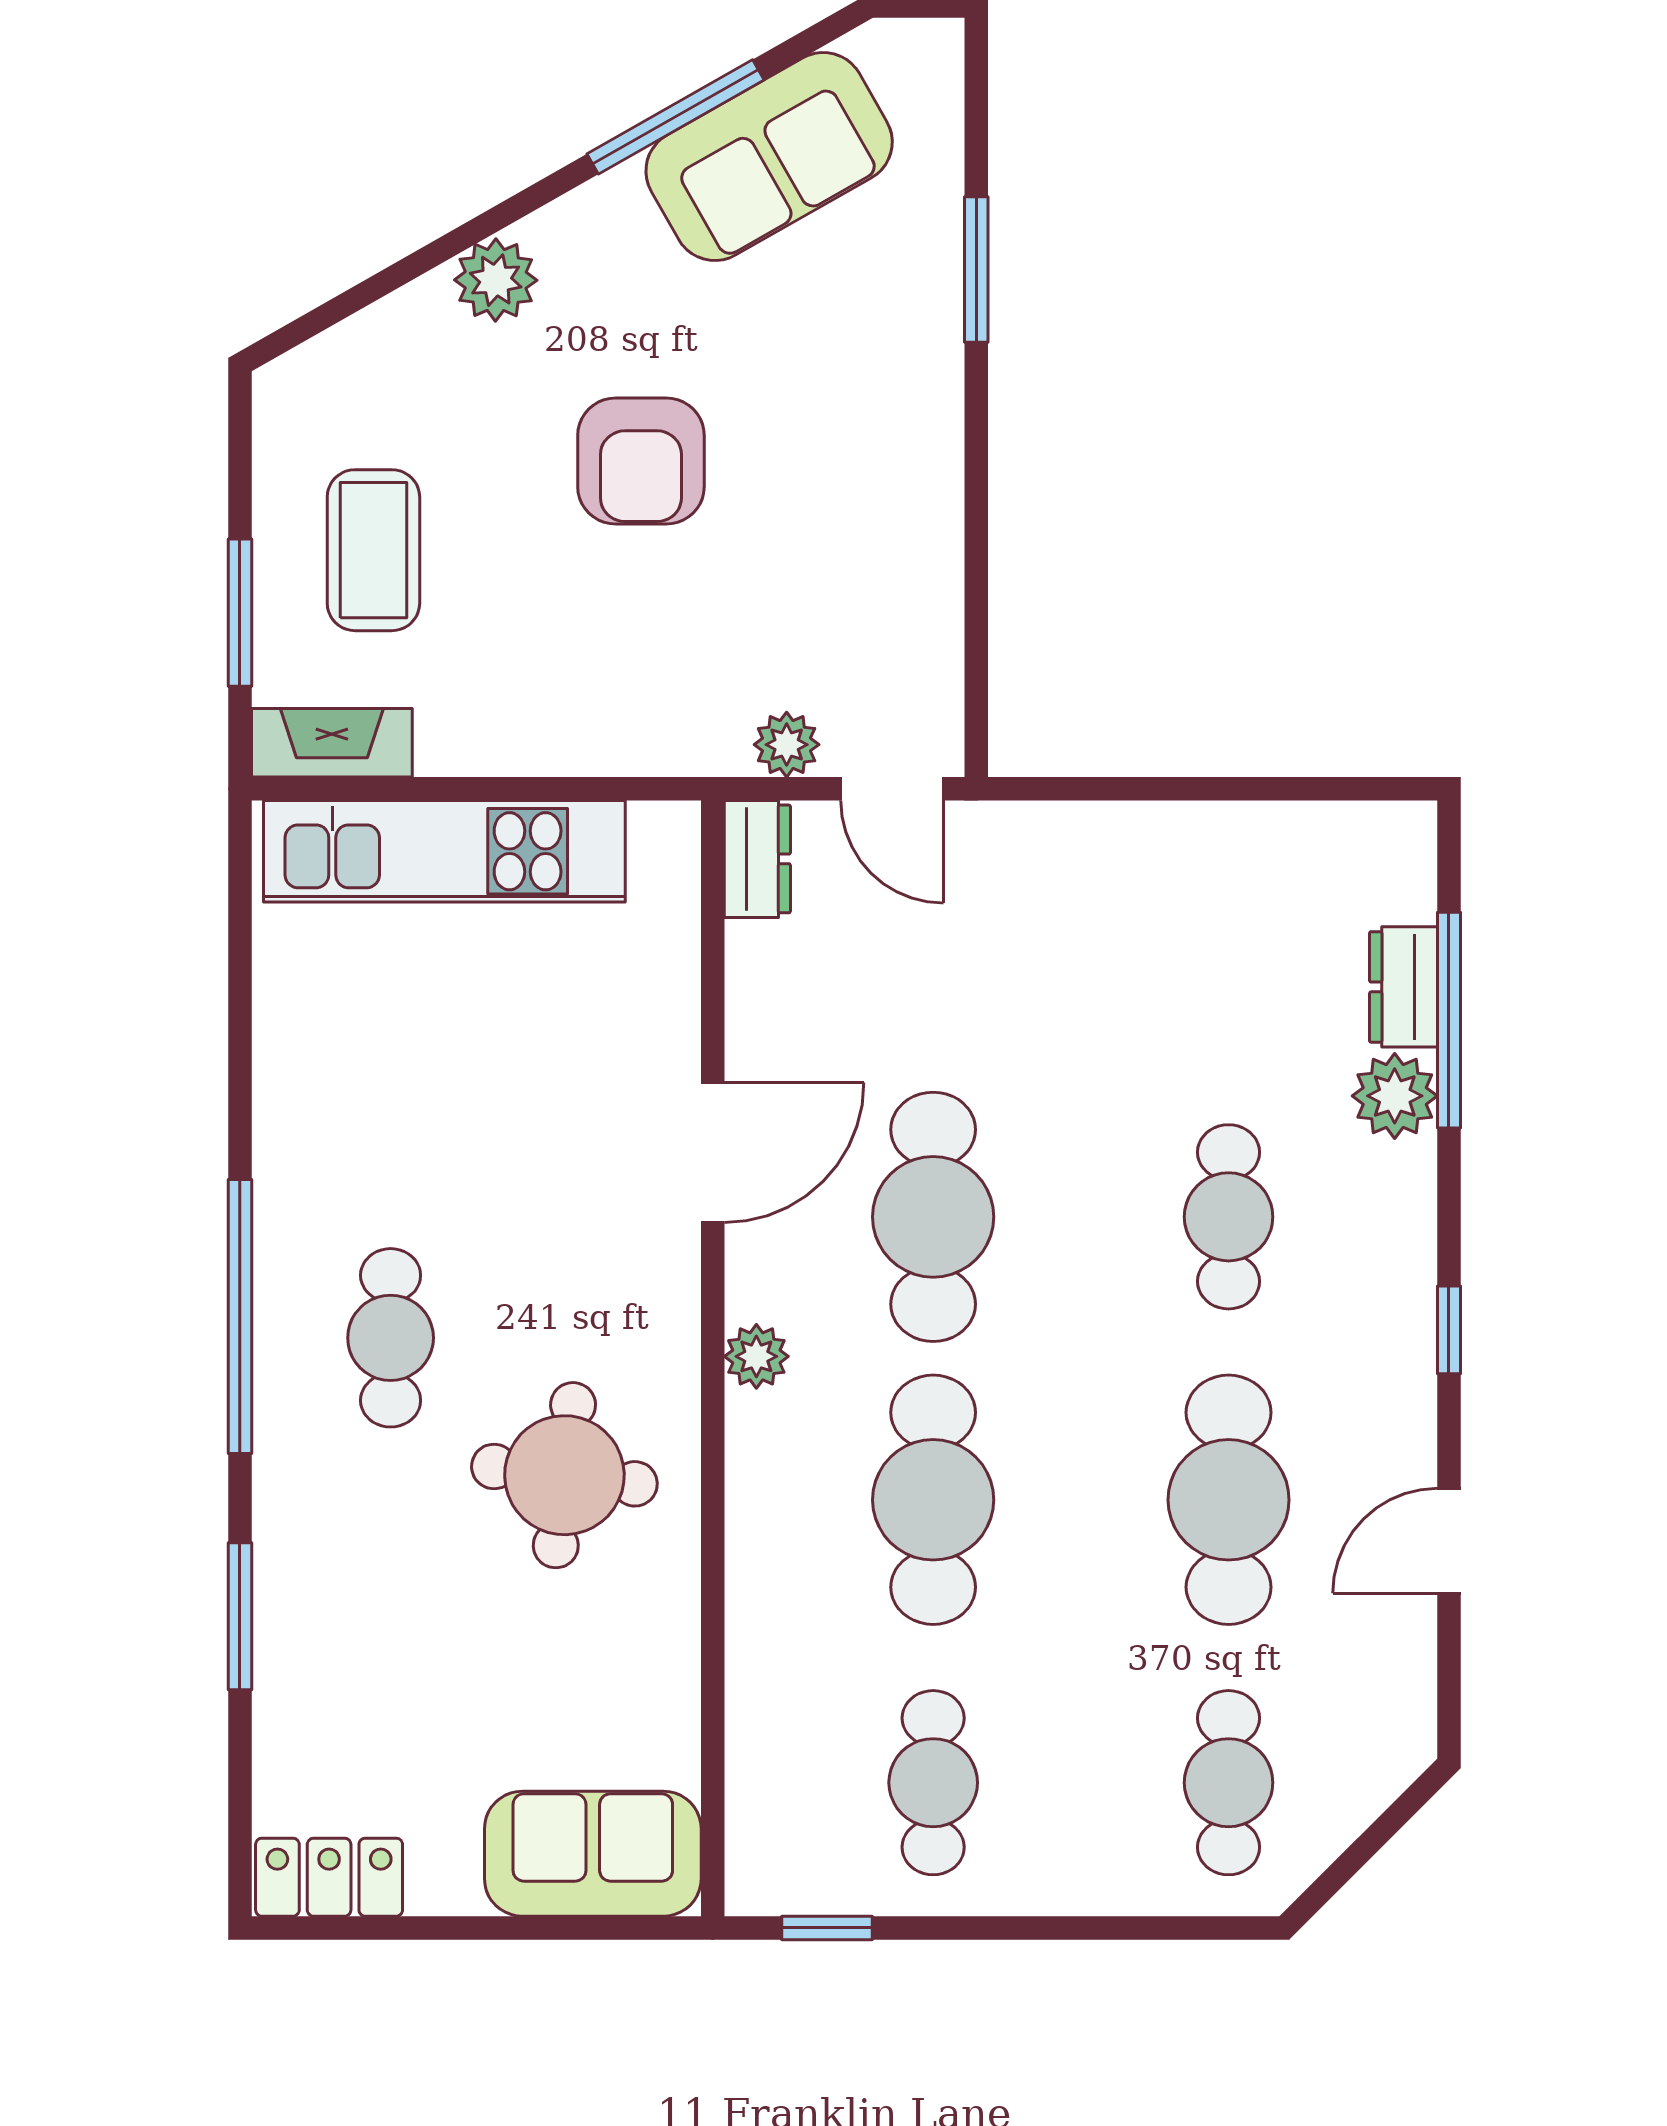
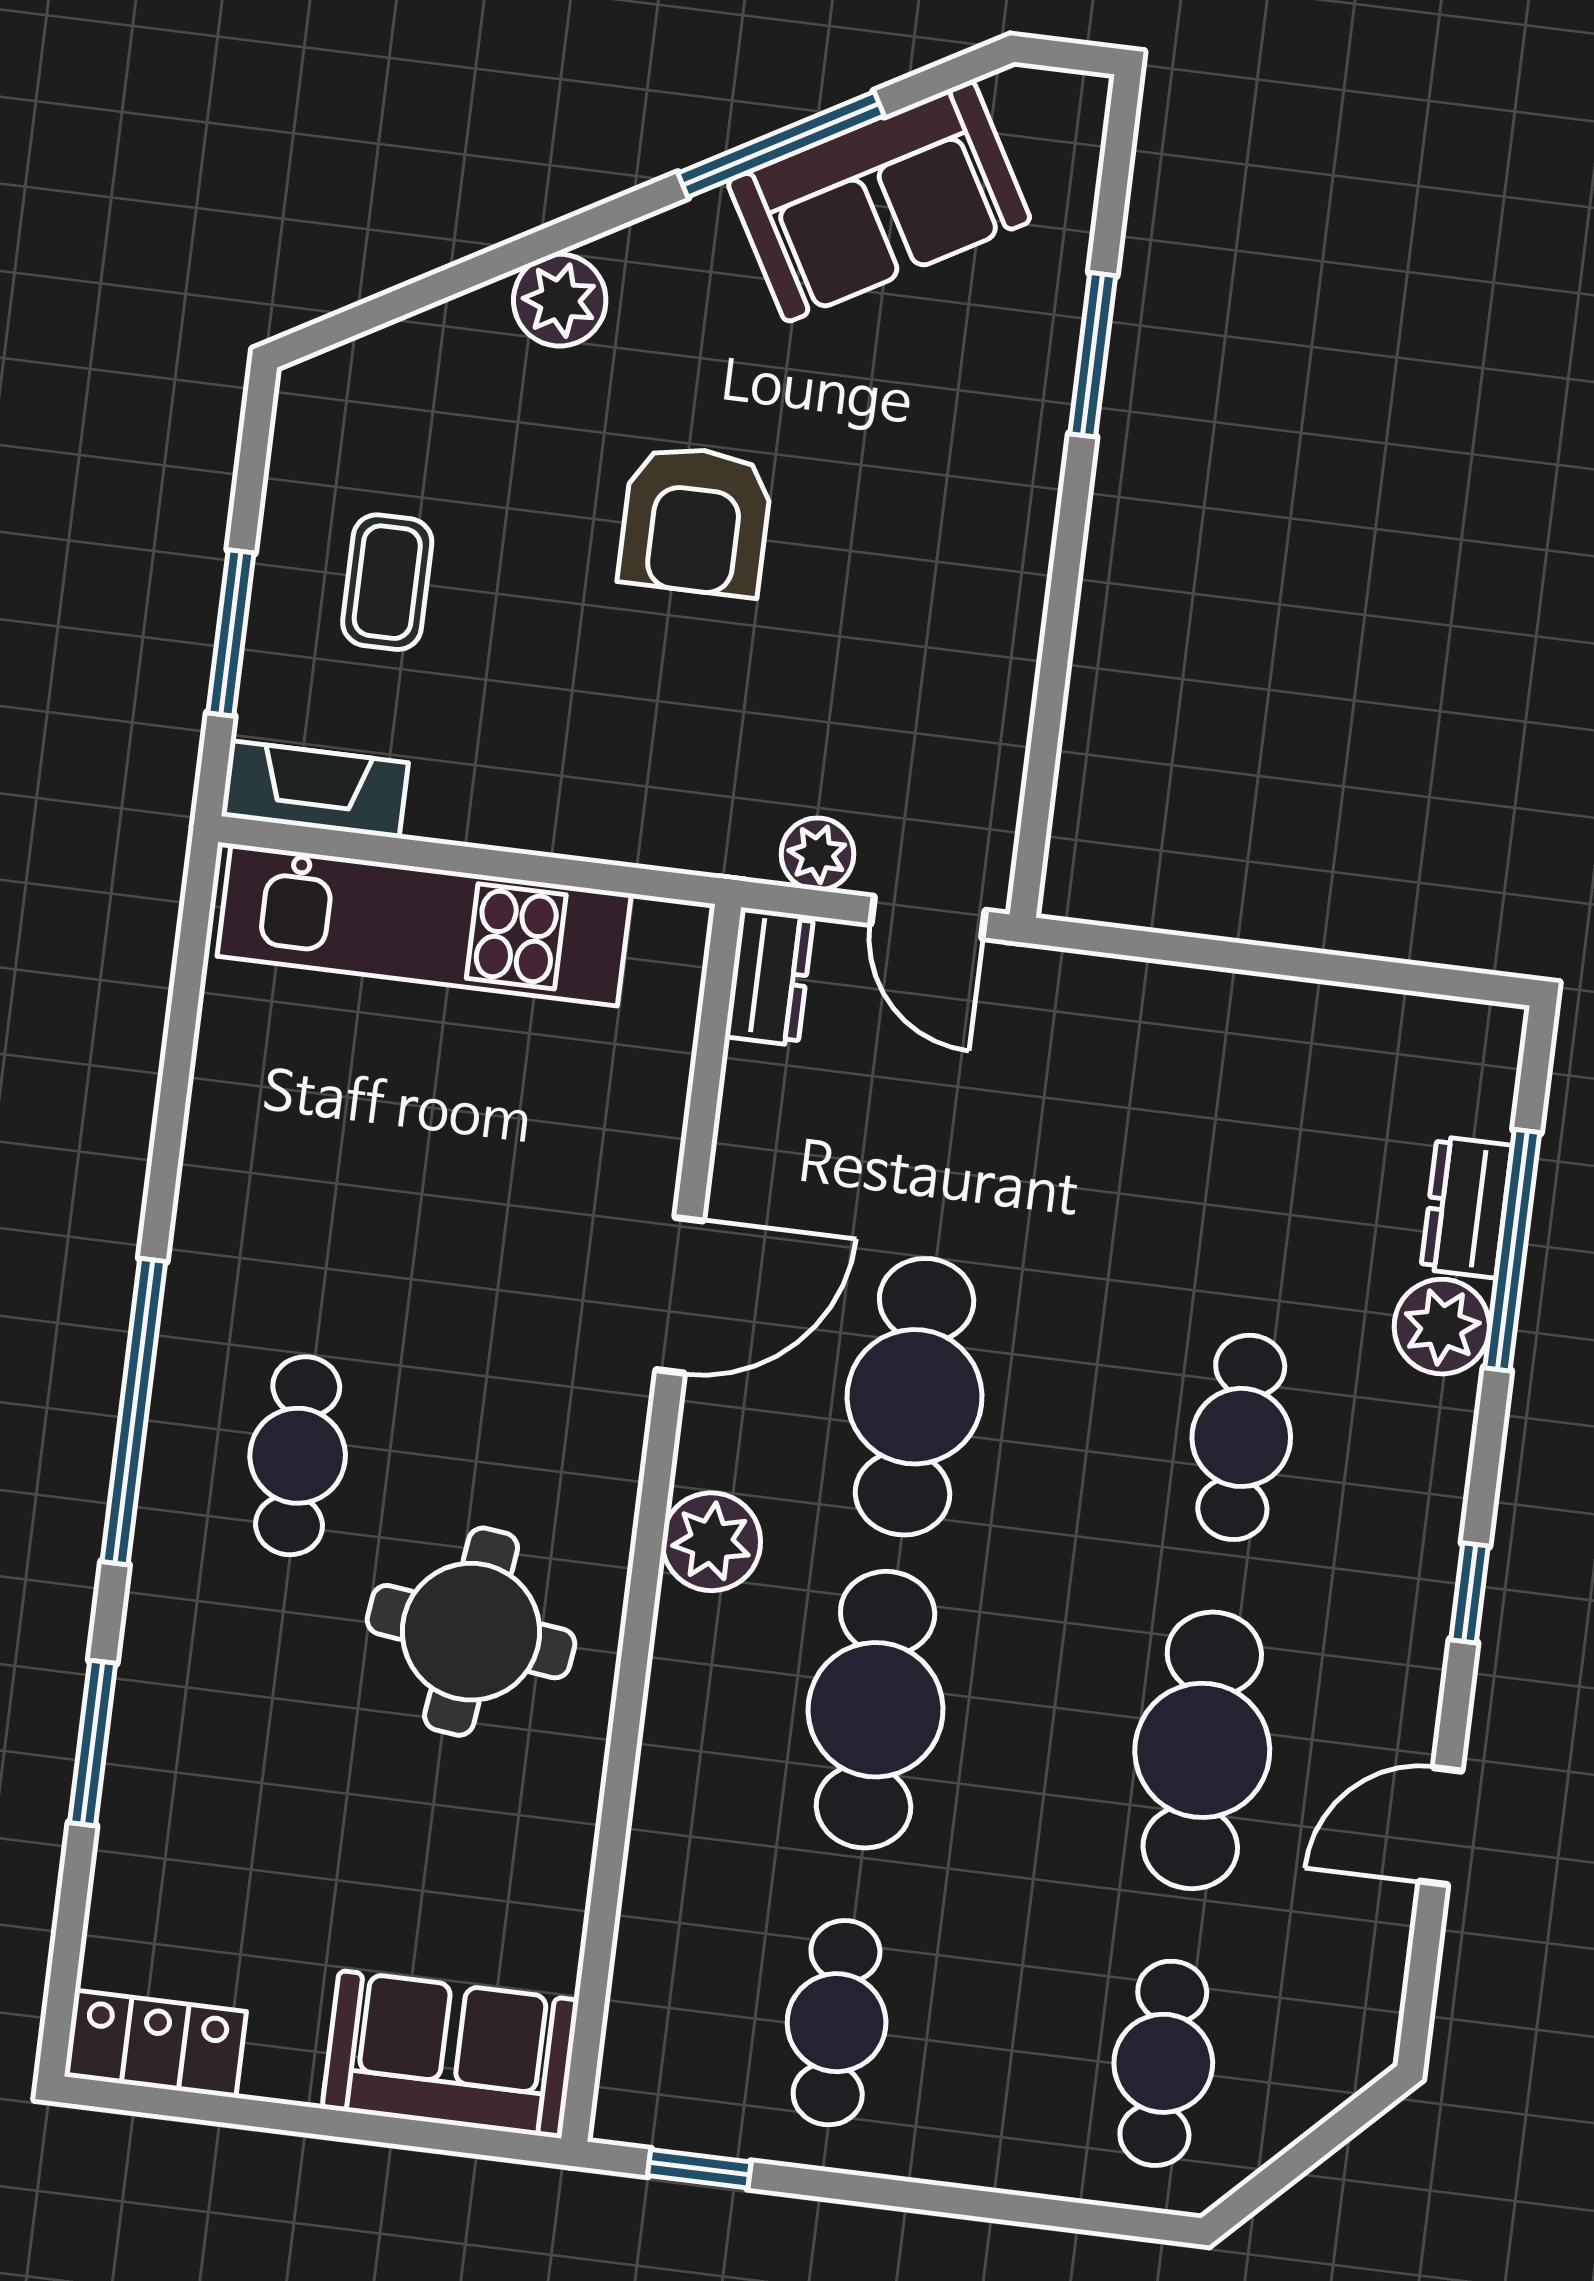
coffee table: (373, 550) -> (387, 582), width x0.73, depth x0.77
plant: (756, 1356) -> (711, 1542), width x1.38, depth x1.38

